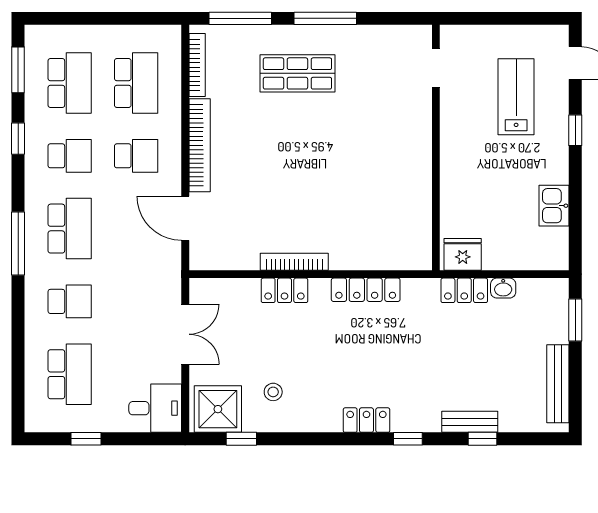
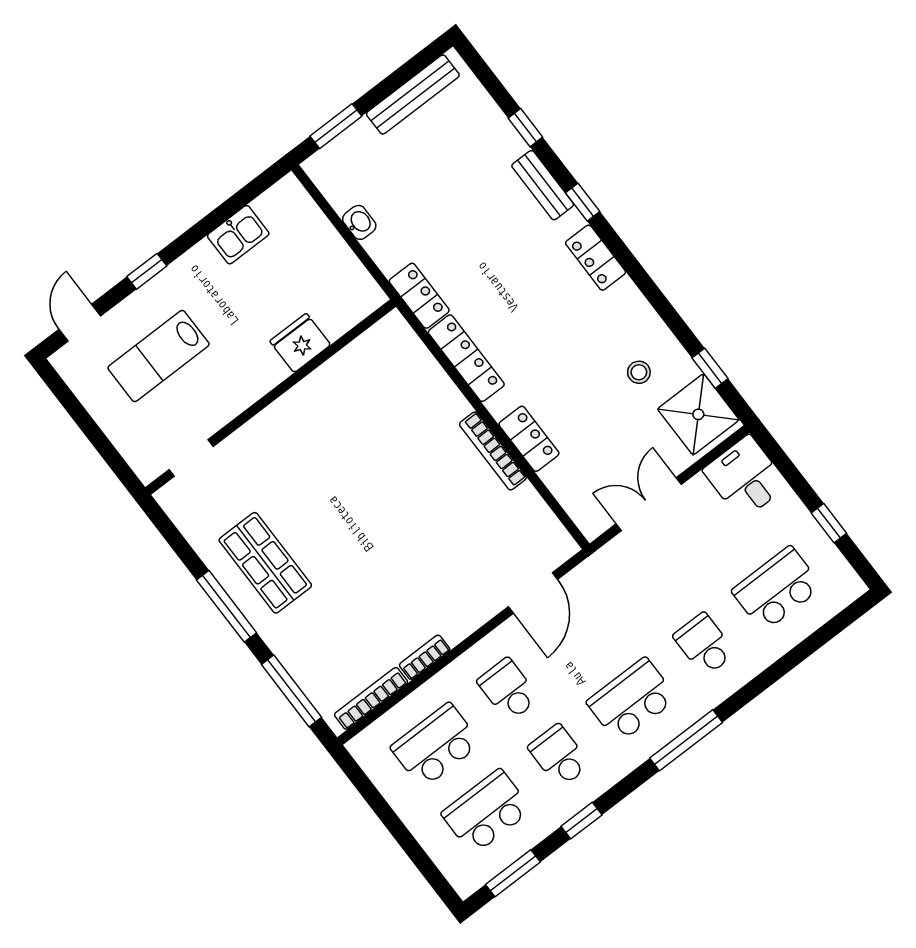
shop shelf: (297, 73) -> (265, 563), moved
bookcase: (200, 145) -> (425, 657), width x0.43, depth x0.76
fridge: (463, 254) -> (300, 343), moved, turned 90
locker: (464, 290) -> (419, 296), moved
bench: (470, 422) -> (543, 185), moved

